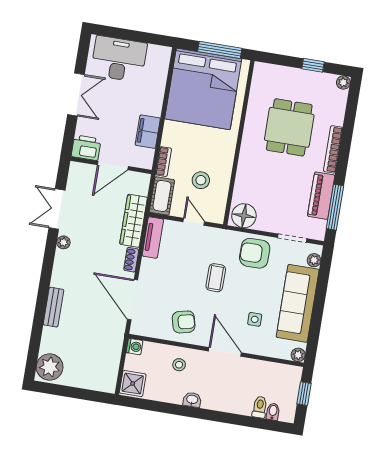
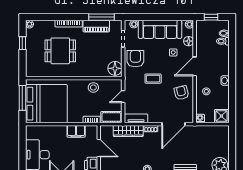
stool: (201, 180) -> (93, 87), moved
armchair: (255, 253) -> (135, 59), turned 180
floor lamp: (270, 349) -> (189, 41), added

